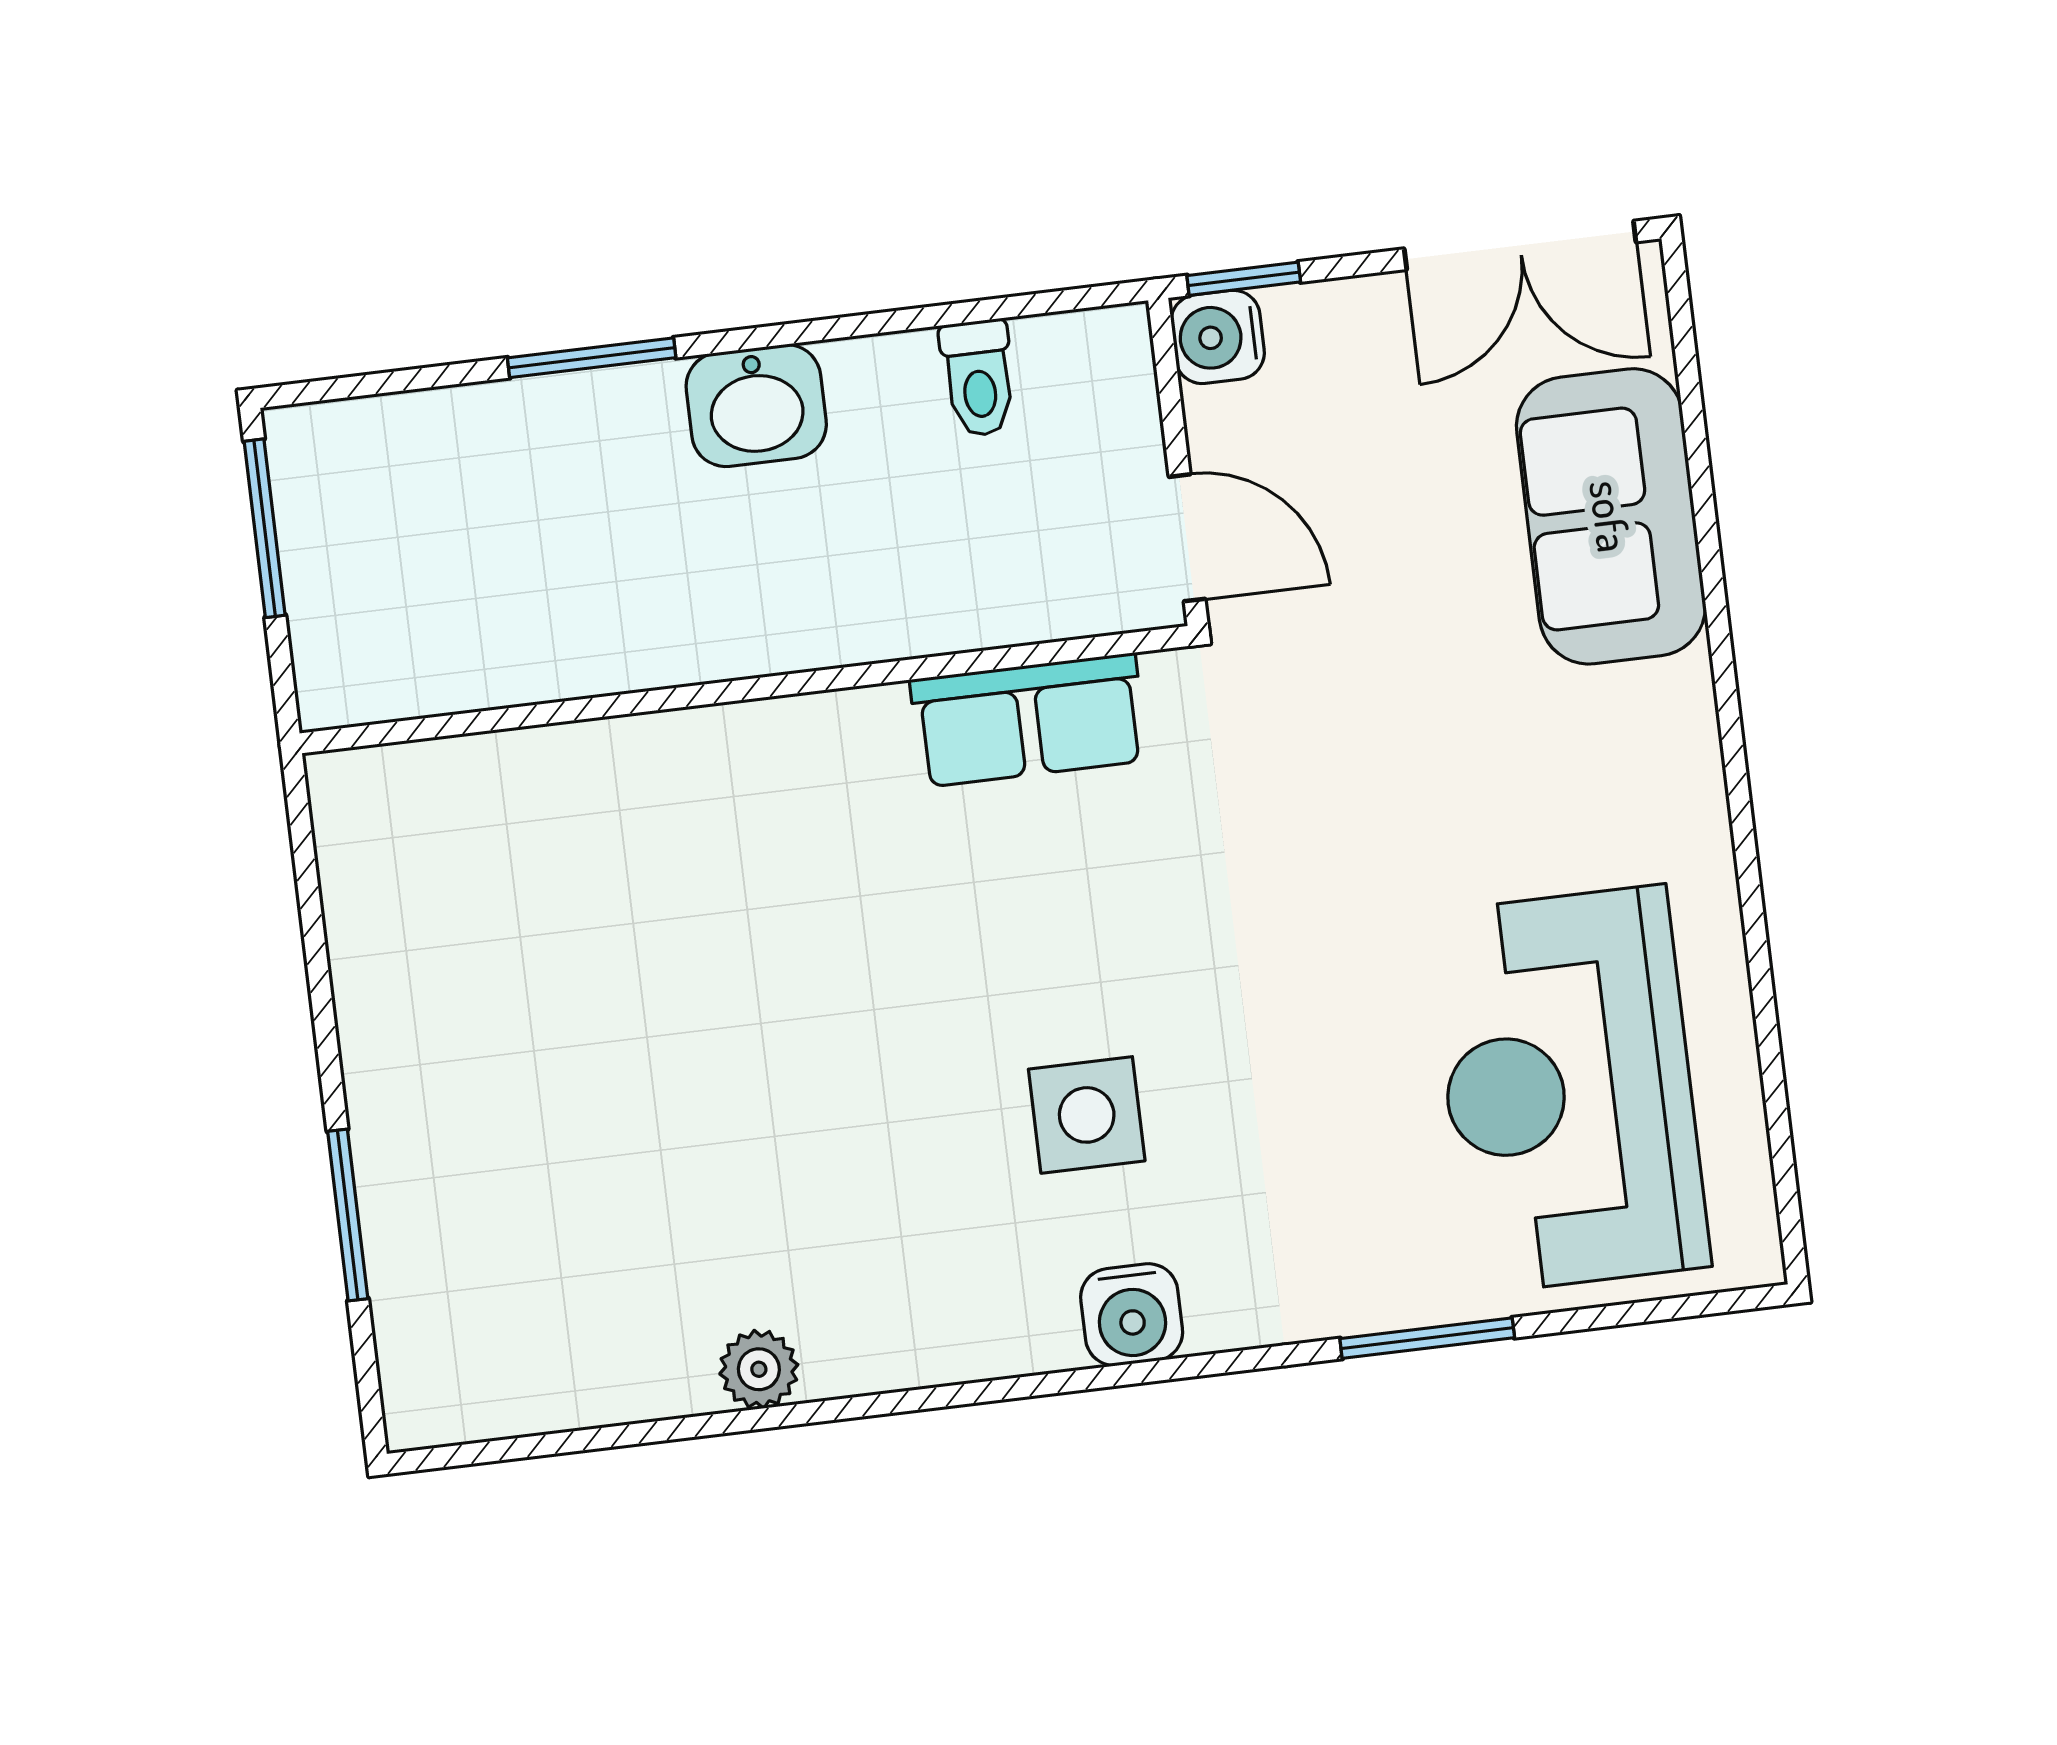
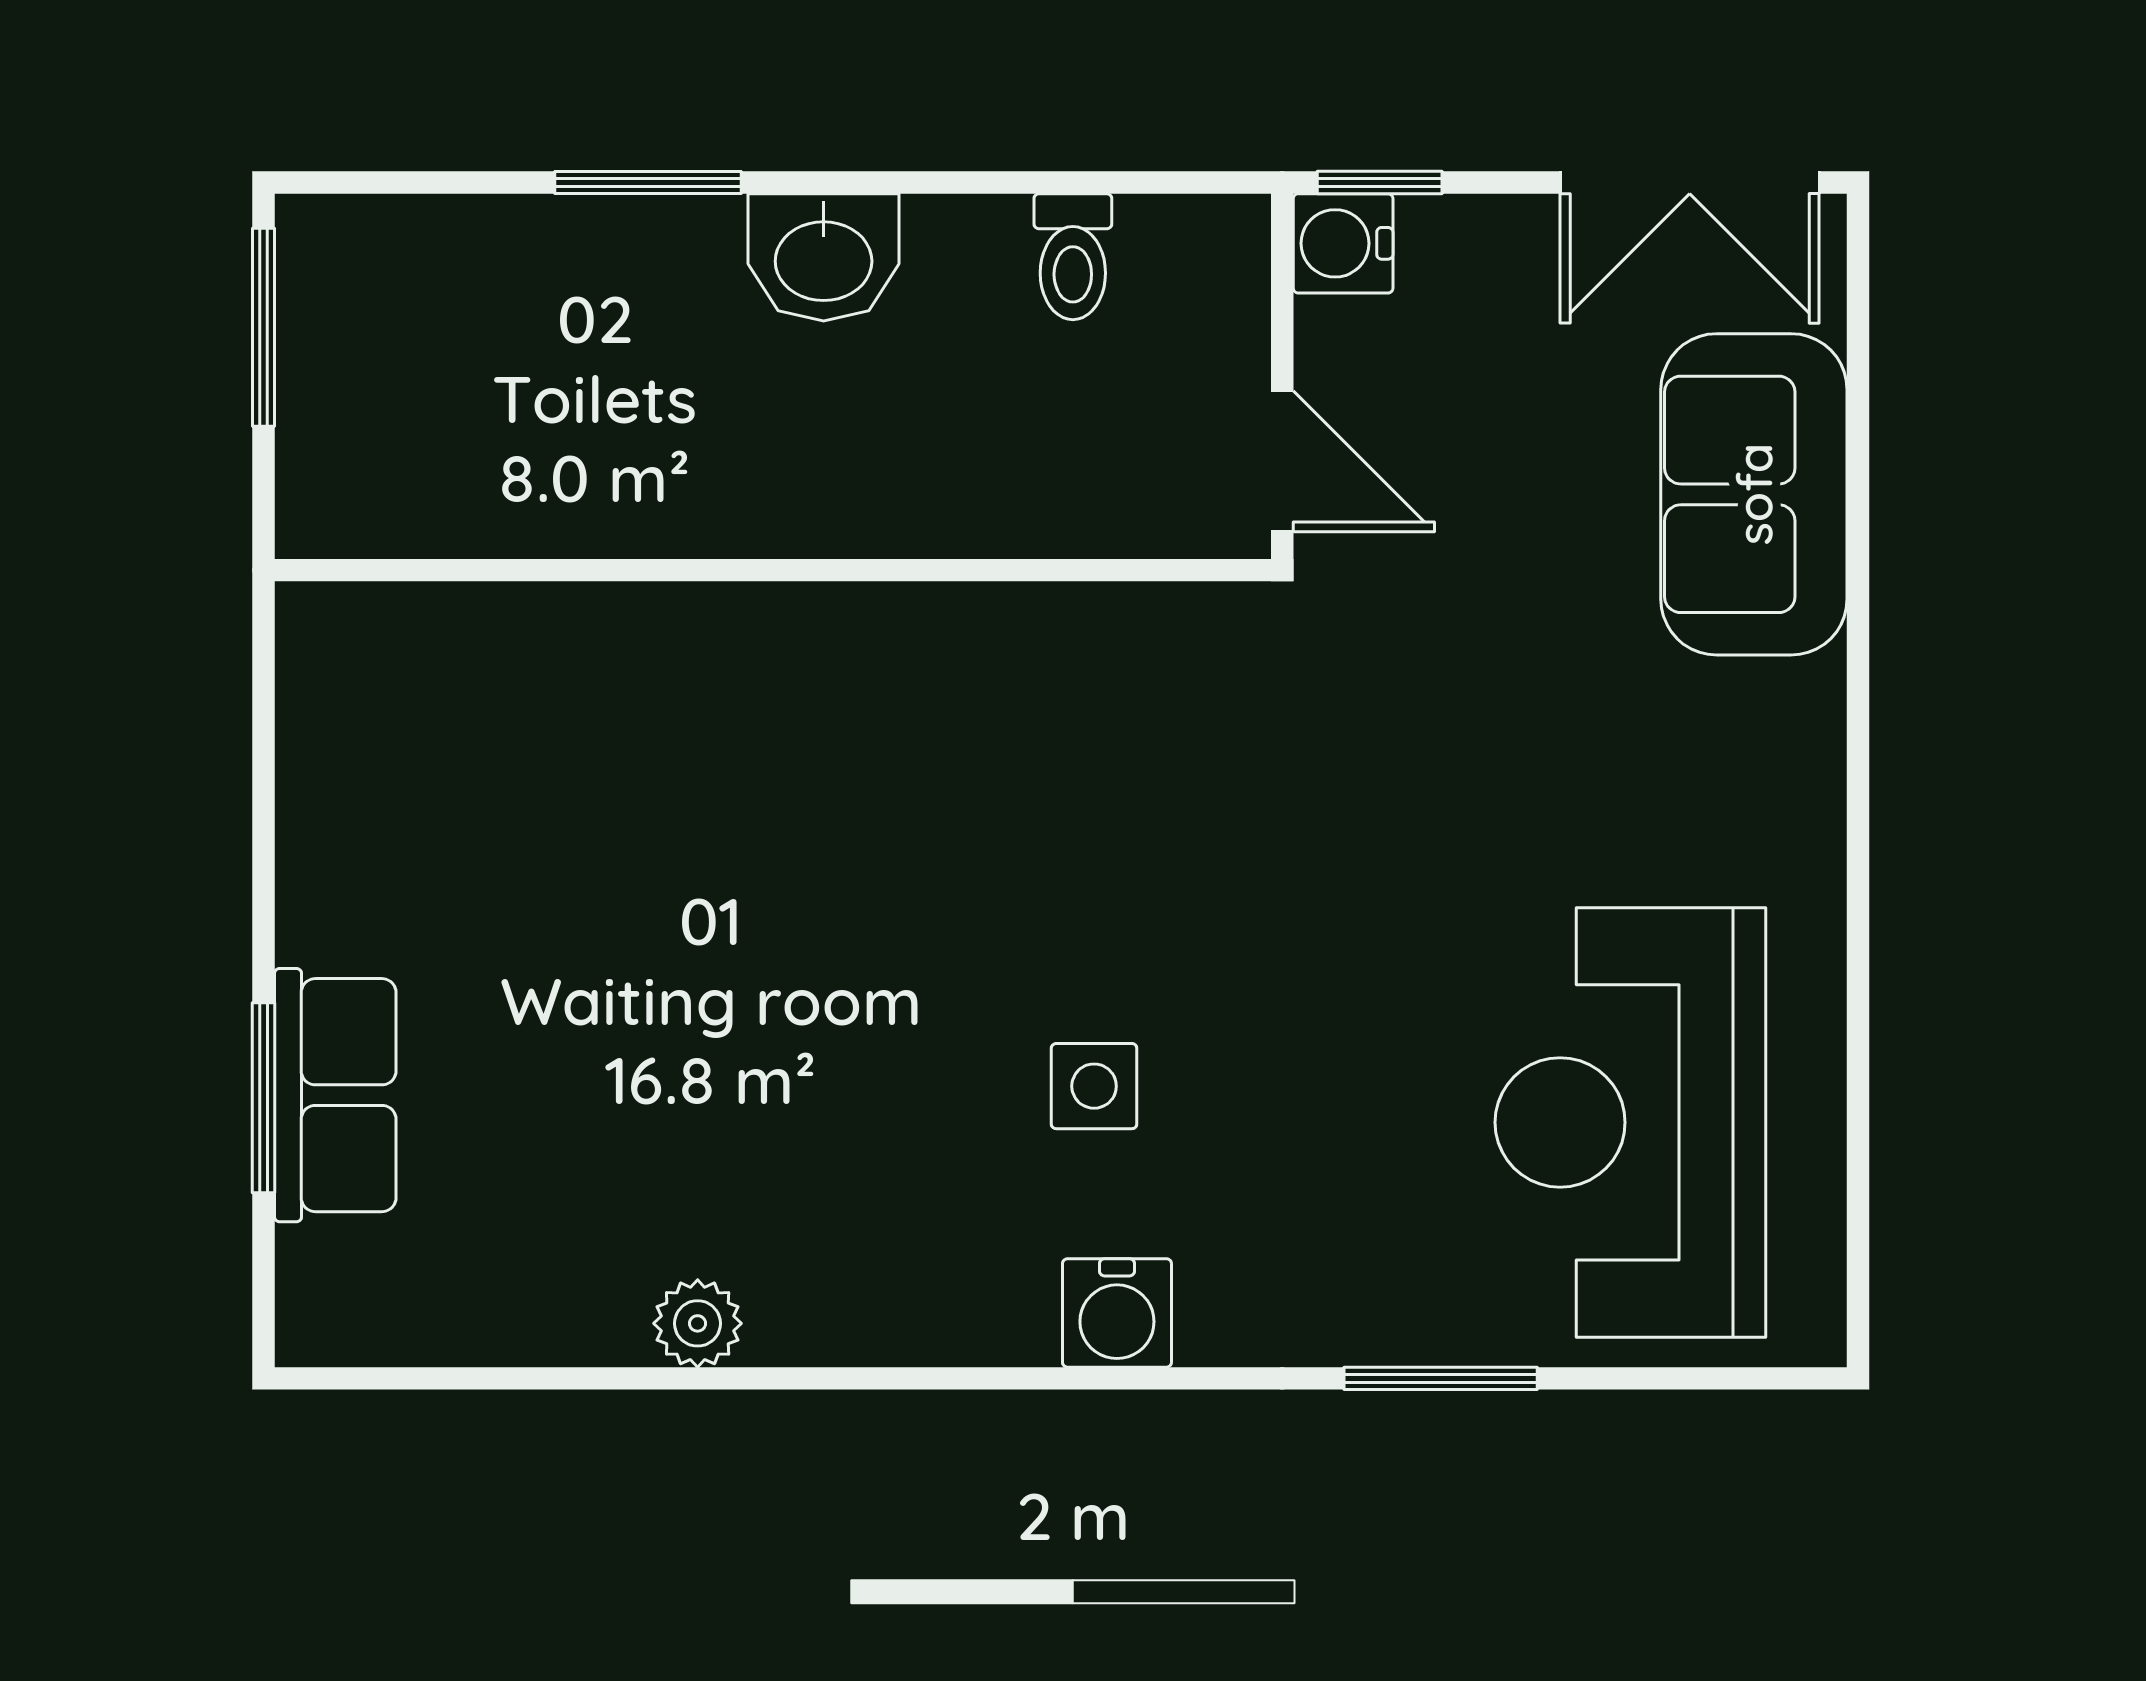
row of seats: (1029, 720) -> (335, 1095), moved, turned -90
side table: (1087, 1115) -> (1094, 1086), width x0.73, depth x0.73

